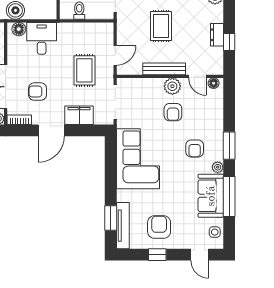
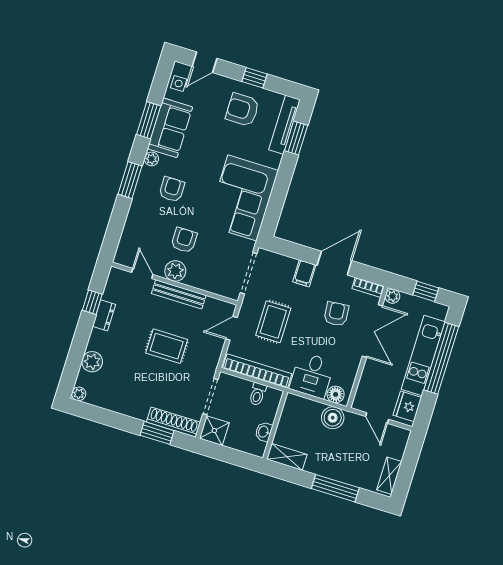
rug: (161, 26) -> (167, 346), turned 90
bookcase: (85, 28) -> (257, 371), added
floor lamp: (214, 83) -> (126, 259), removed
armchair: (38, 92) -> (336, 314), turned -95
filing cabinet: (79, 115) -> (304, 273), width x0.50
window: (229, 196) -> (149, 120), width x0.69
armchair: (159, 227) -> (242, 110), turned 90
door: (200, 255) -> (205, 62), swing flipped

